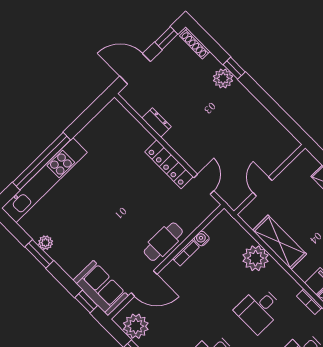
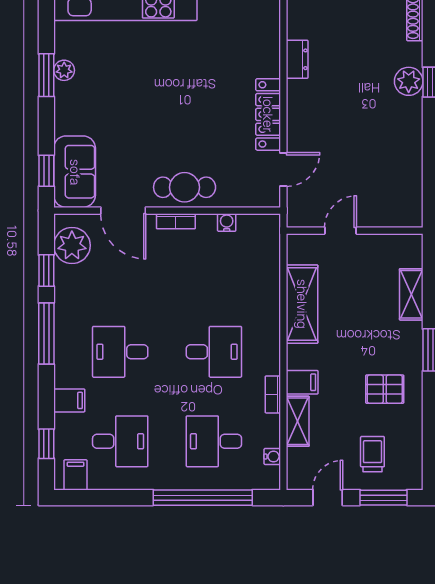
bookcase: (186, 253) -> (176, 221), moved
plant: (256, 258) -> (262, 296), removed
desk: (259, 309) -> (214, 352), turned 180

